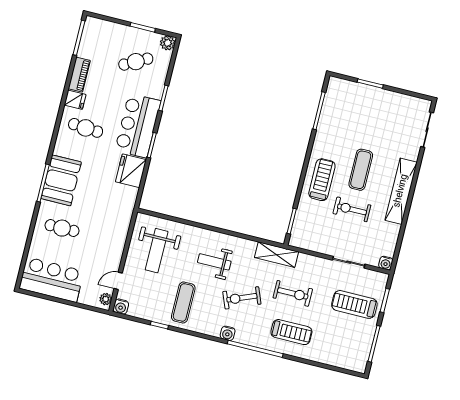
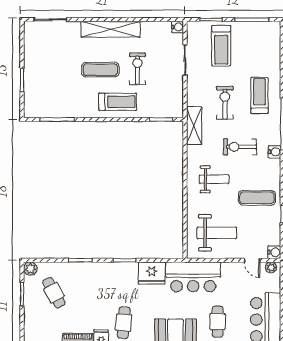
bar counter: (138, 126) -> (193, 277), moved
treadmill: (322, 180) -> (118, 102), turned 180
exercise bike: (352, 209) -> (137, 69), turned 180
weight bench: (214, 262) -> (214, 179), turned -90
exercise bike: (242, 298) -> (240, 147), turned 112

